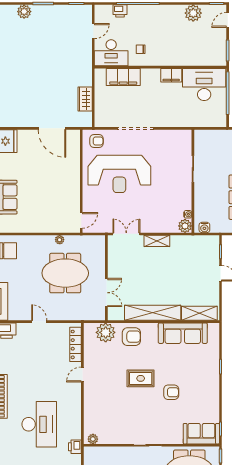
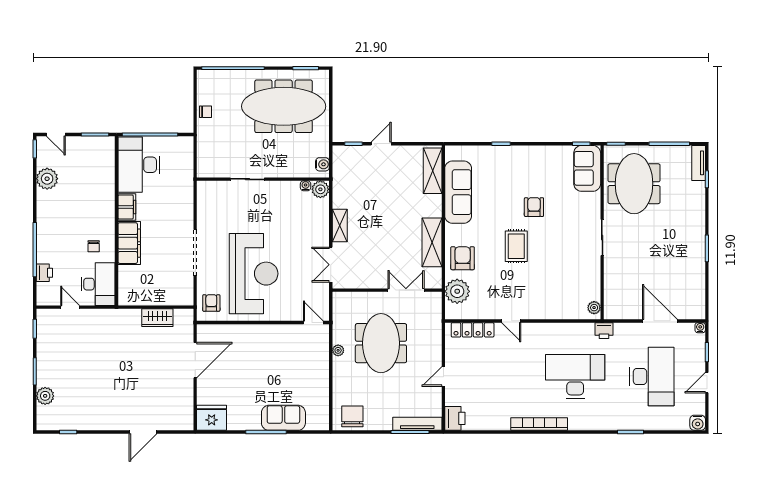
filing cabinet: (123, 77) -> (129, 243), moved
shelving: (153, 313) -> (432, 242), width x0.68

